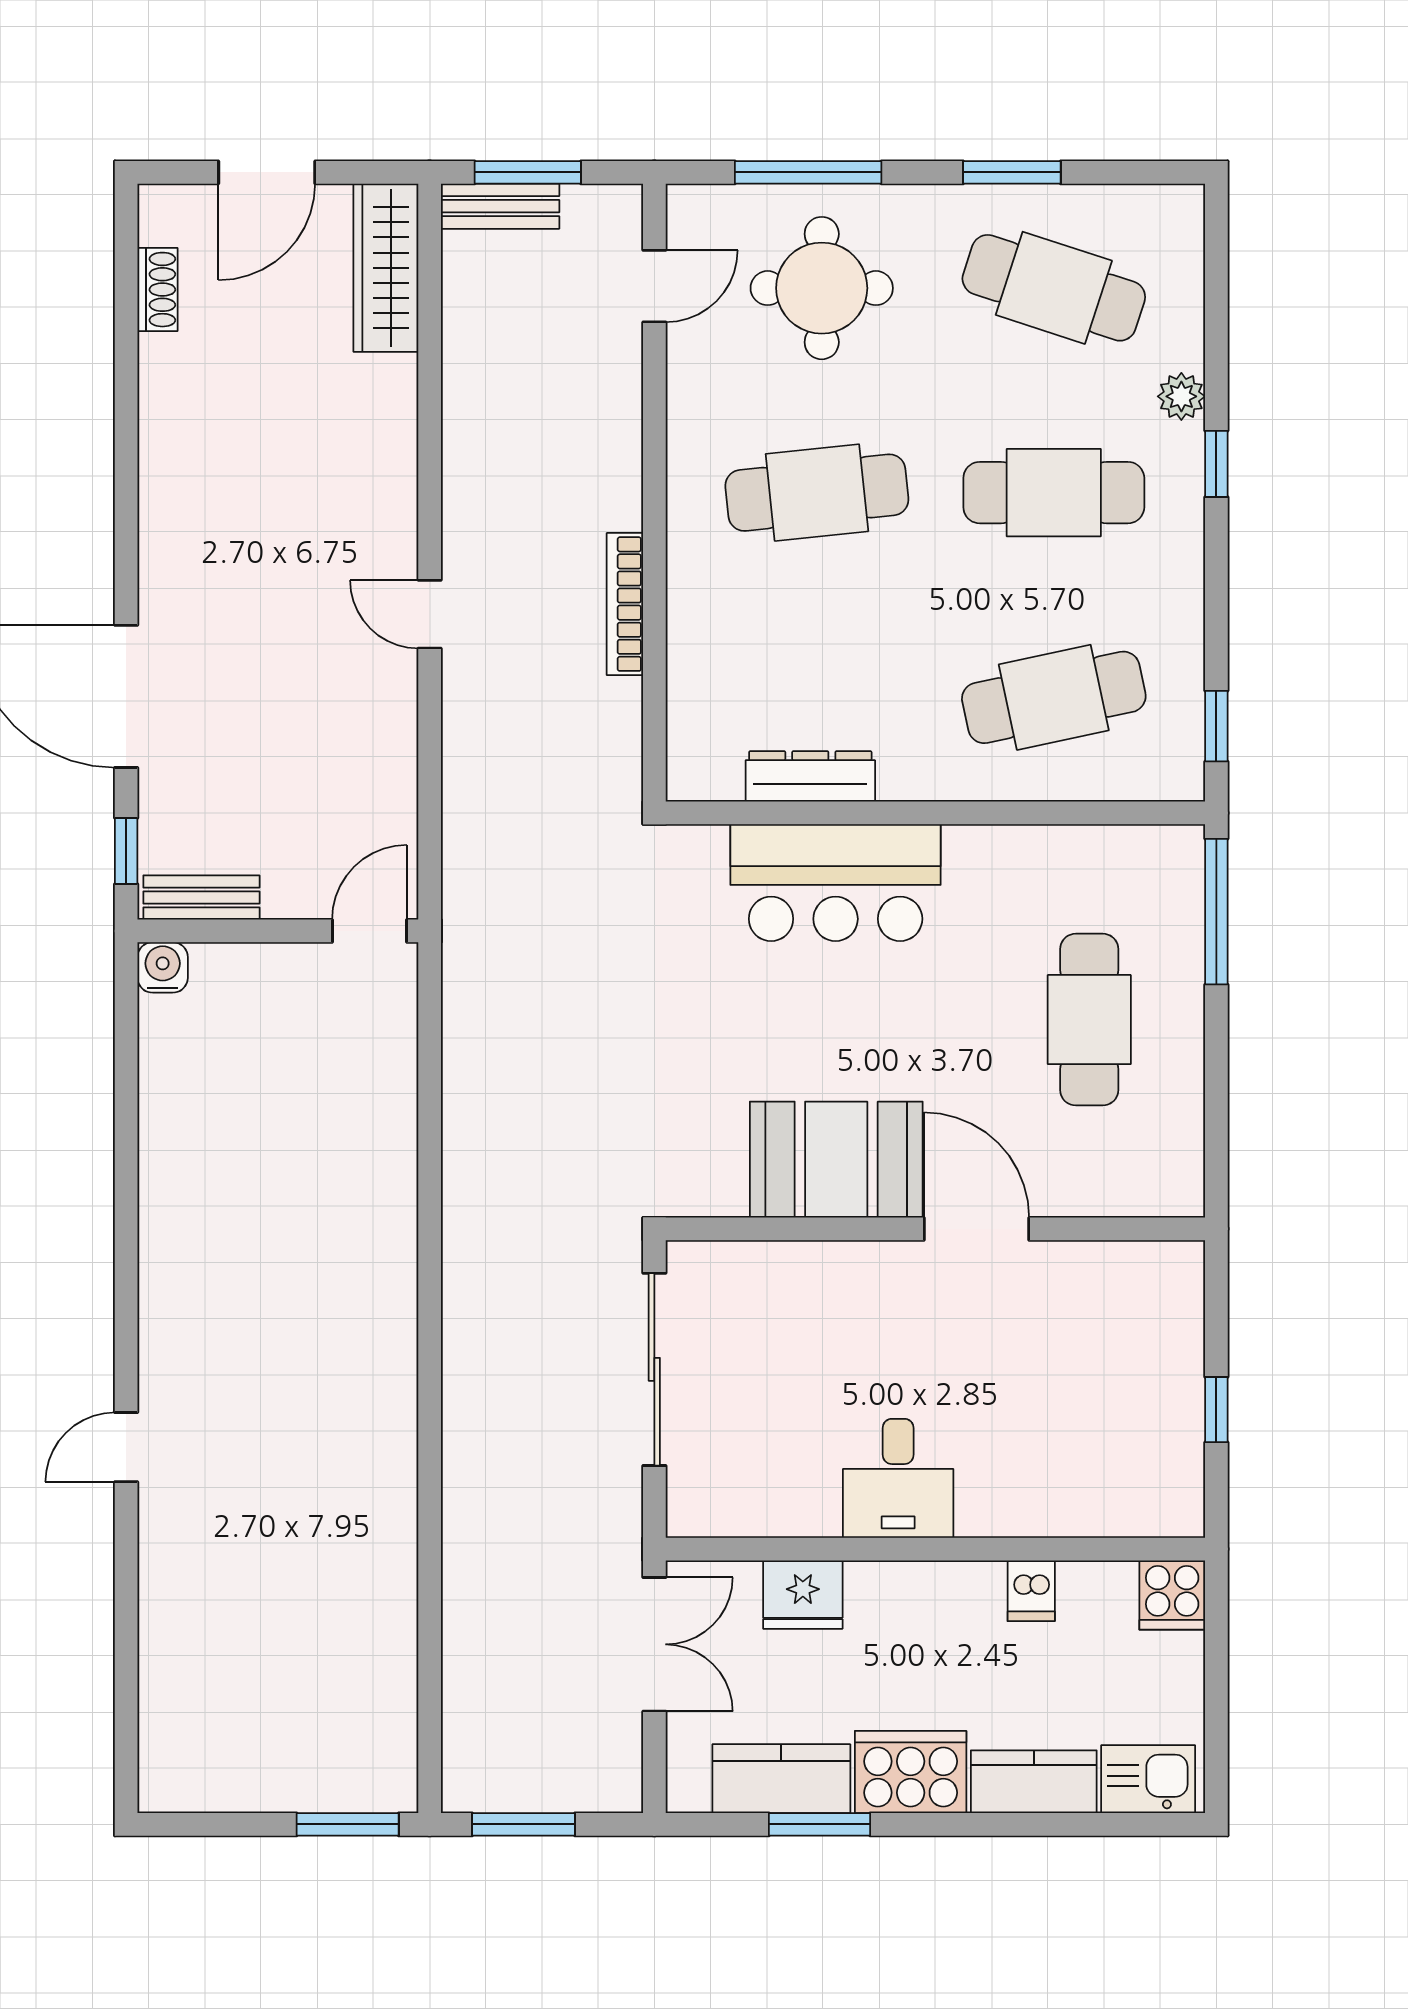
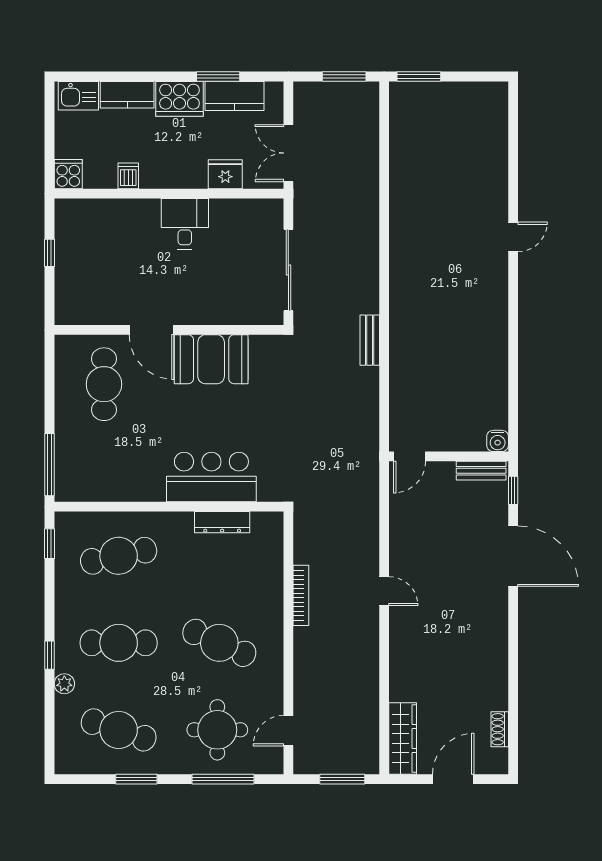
bench: (500, 206) -> (370, 340), moved, turned 90
cafe table: (817, 493) -> (219, 643), turned 30
cafe table: (1089, 1020) -> (104, 384), moved

